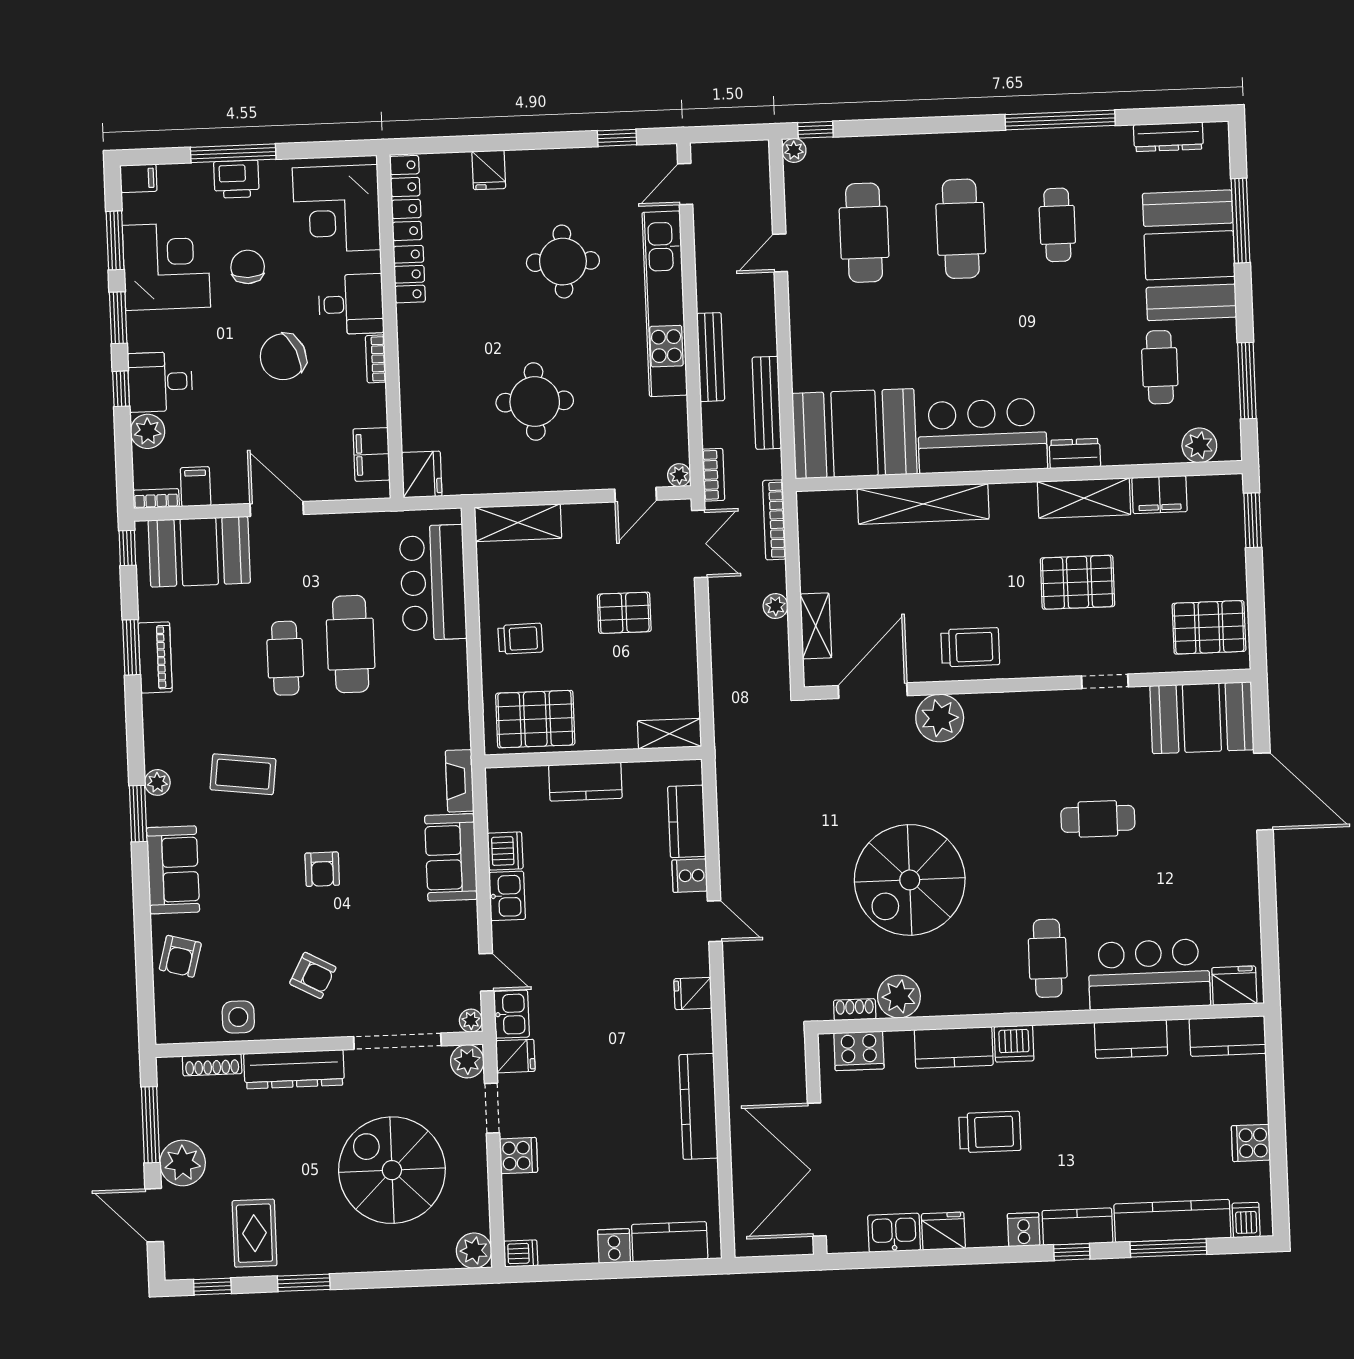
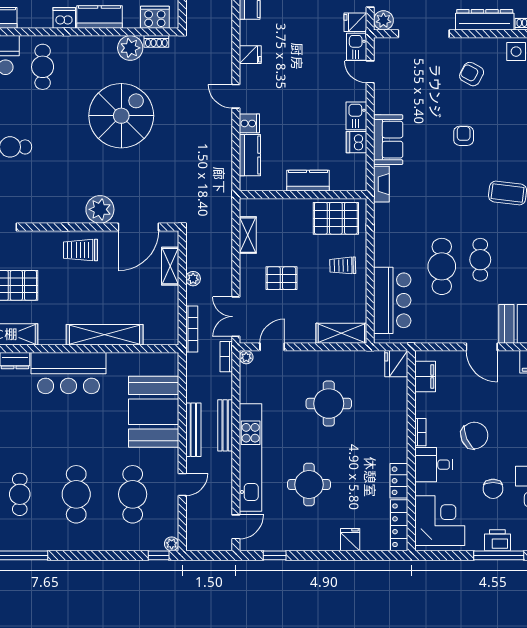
bench: (767, 403) -> (193, 430), moved
booth: (854, 434) -> (154, 412), moved, turned 90
shelving: (669, 734) -> (248, 235), moved, turned 90
plant: (471, 1021) -> (380, 44), removed

